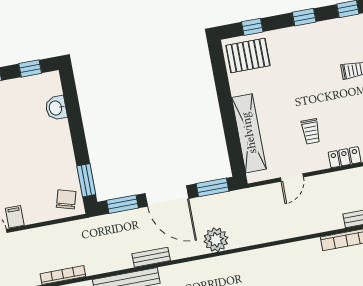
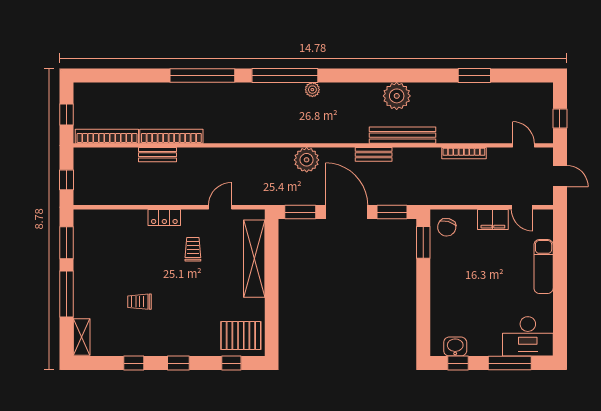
washbasin: (56, 108) -> (455, 347), moved, turned -90
filing cabinet: (15, 217) -> (493, 219), width x2.00

